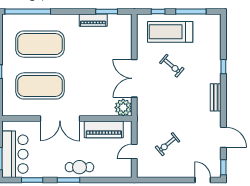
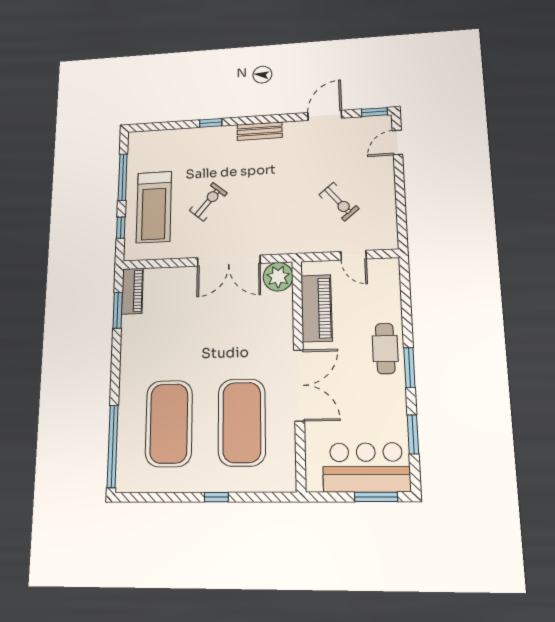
piano: (93, 20) -> (132, 291), moved

